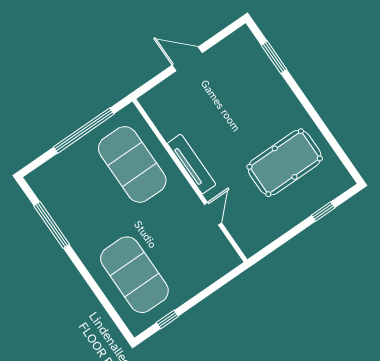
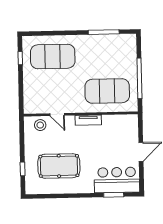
bar counter: (250, 67) -> (117, 180), added
pool table: (285, 163) -> (59, 166), turned 90
tv unit: (192, 164) -> (88, 120), width x0.71
stool: (244, 228) -> (40, 125), added

